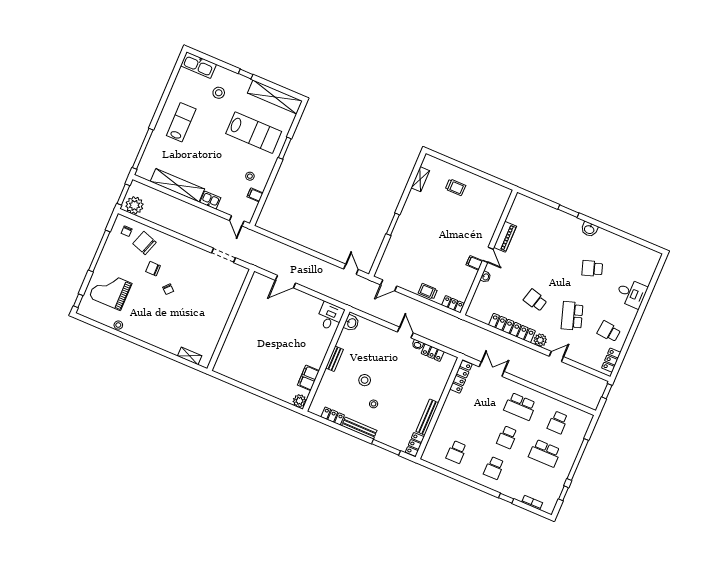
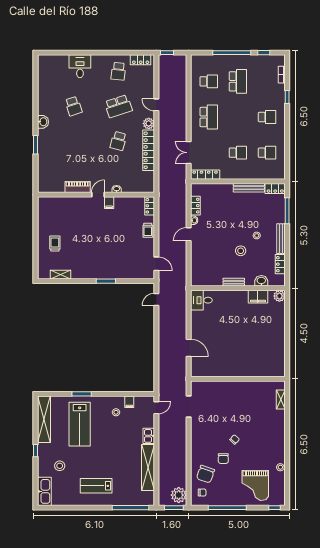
lab bench: (254, 133) -> (80, 424), turned 180
washbasin: (351, 323) -> (261, 281), moved
school desk: (507, 437) -> (238, 153), moved

